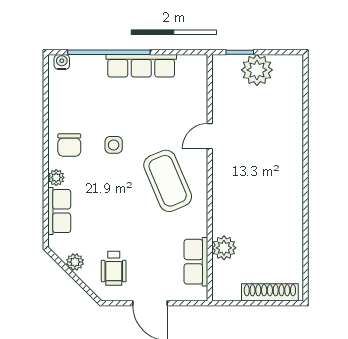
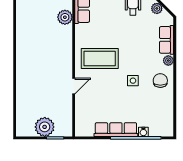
water cooler: (62, 62) -> (143, 132), moved
coffee table: (168, 181) -> (100, 59), turned -67

